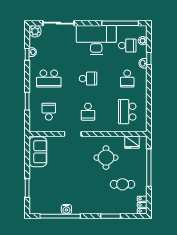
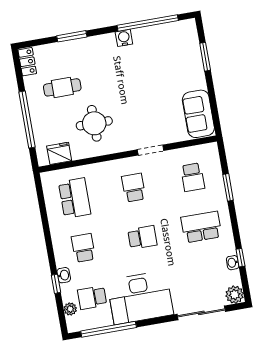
school desk: (88, 79) -> (142, 237), turned 180
water cooler: (66, 209) -> (124, 38), moved

